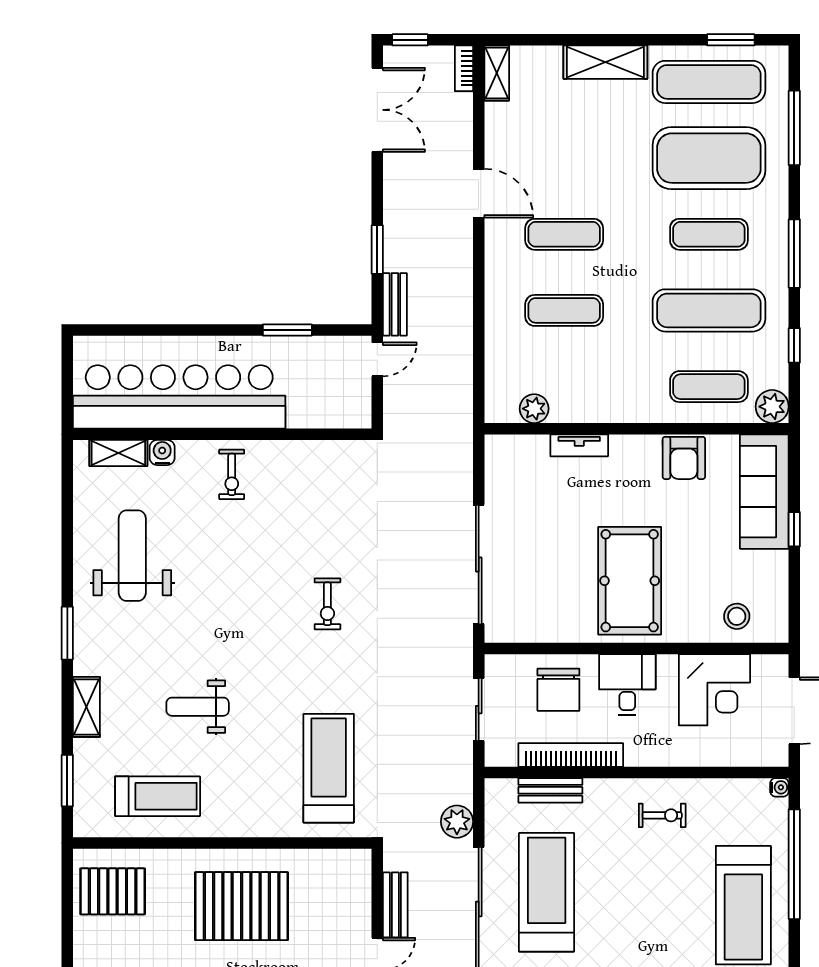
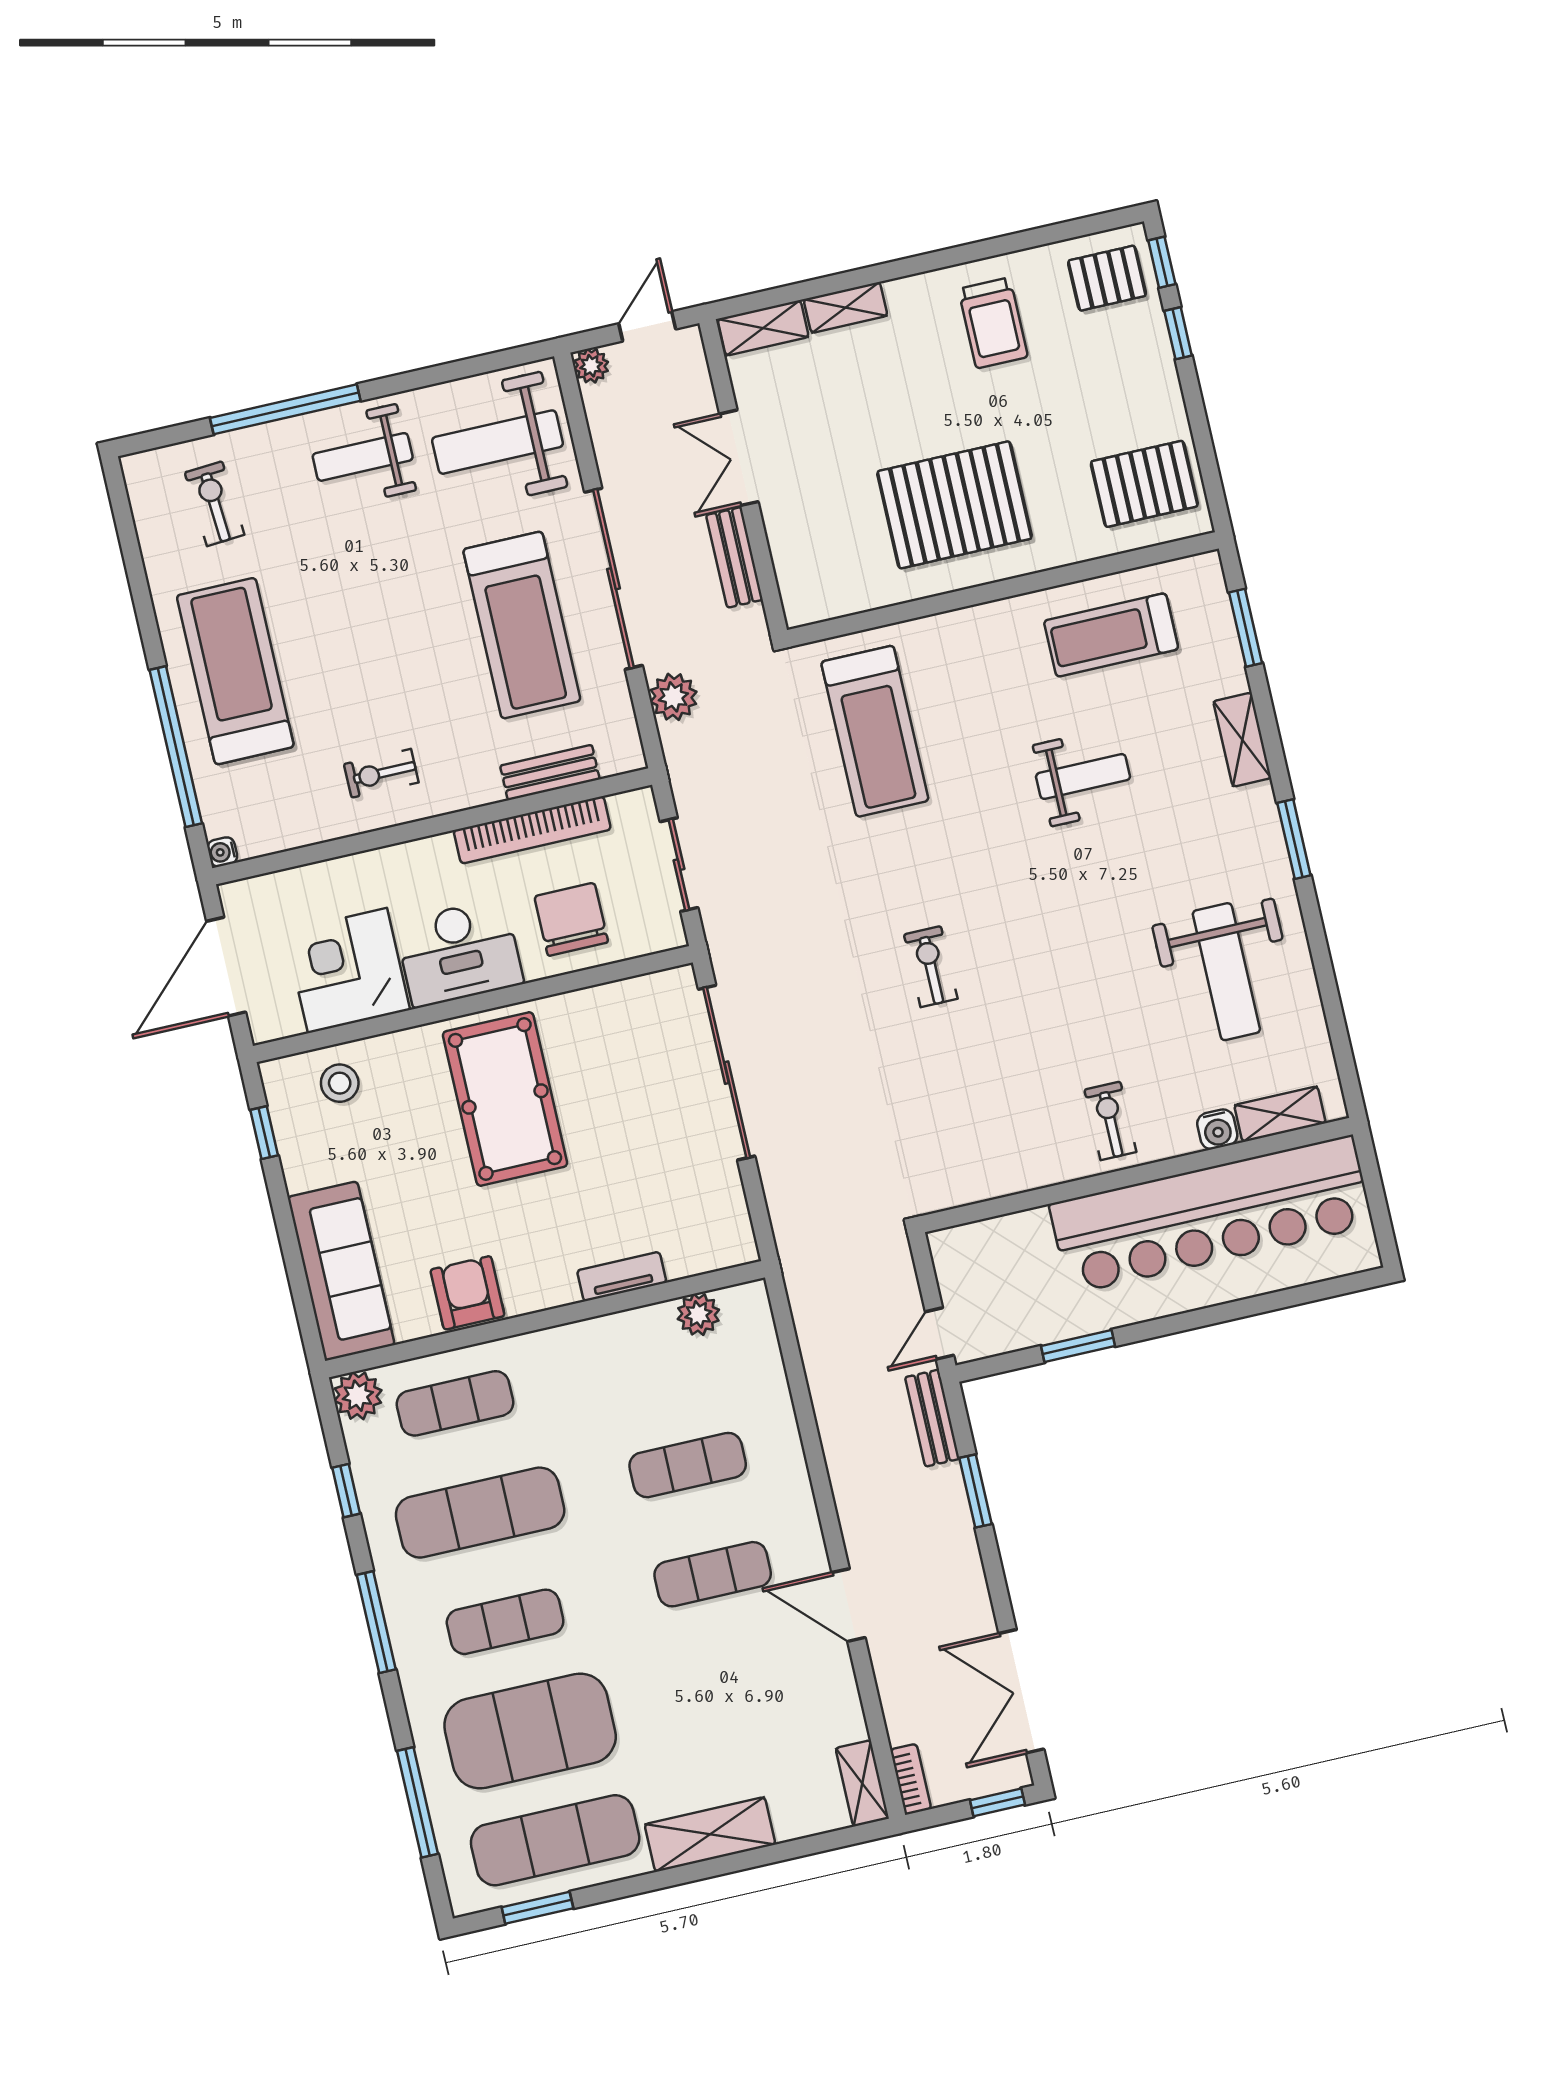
window: (794, 529) -> (264, 1133), moved
desk: (627, 685) -> (459, 953), width x1.37

